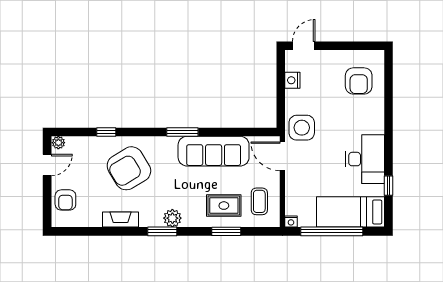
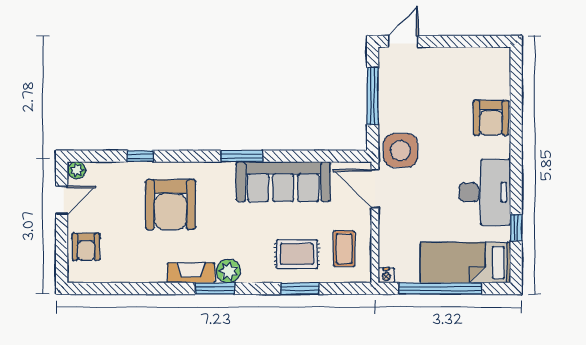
nightstand: (292, 80) -> (388, 87), removed
armchair: (359, 81) -> (491, 118), moved
window: (281, 87) -> (373, 96), added
armchair: (129, 168) -> (171, 205), turned -59
fireplace: (121, 220) -> (191, 273), moved

